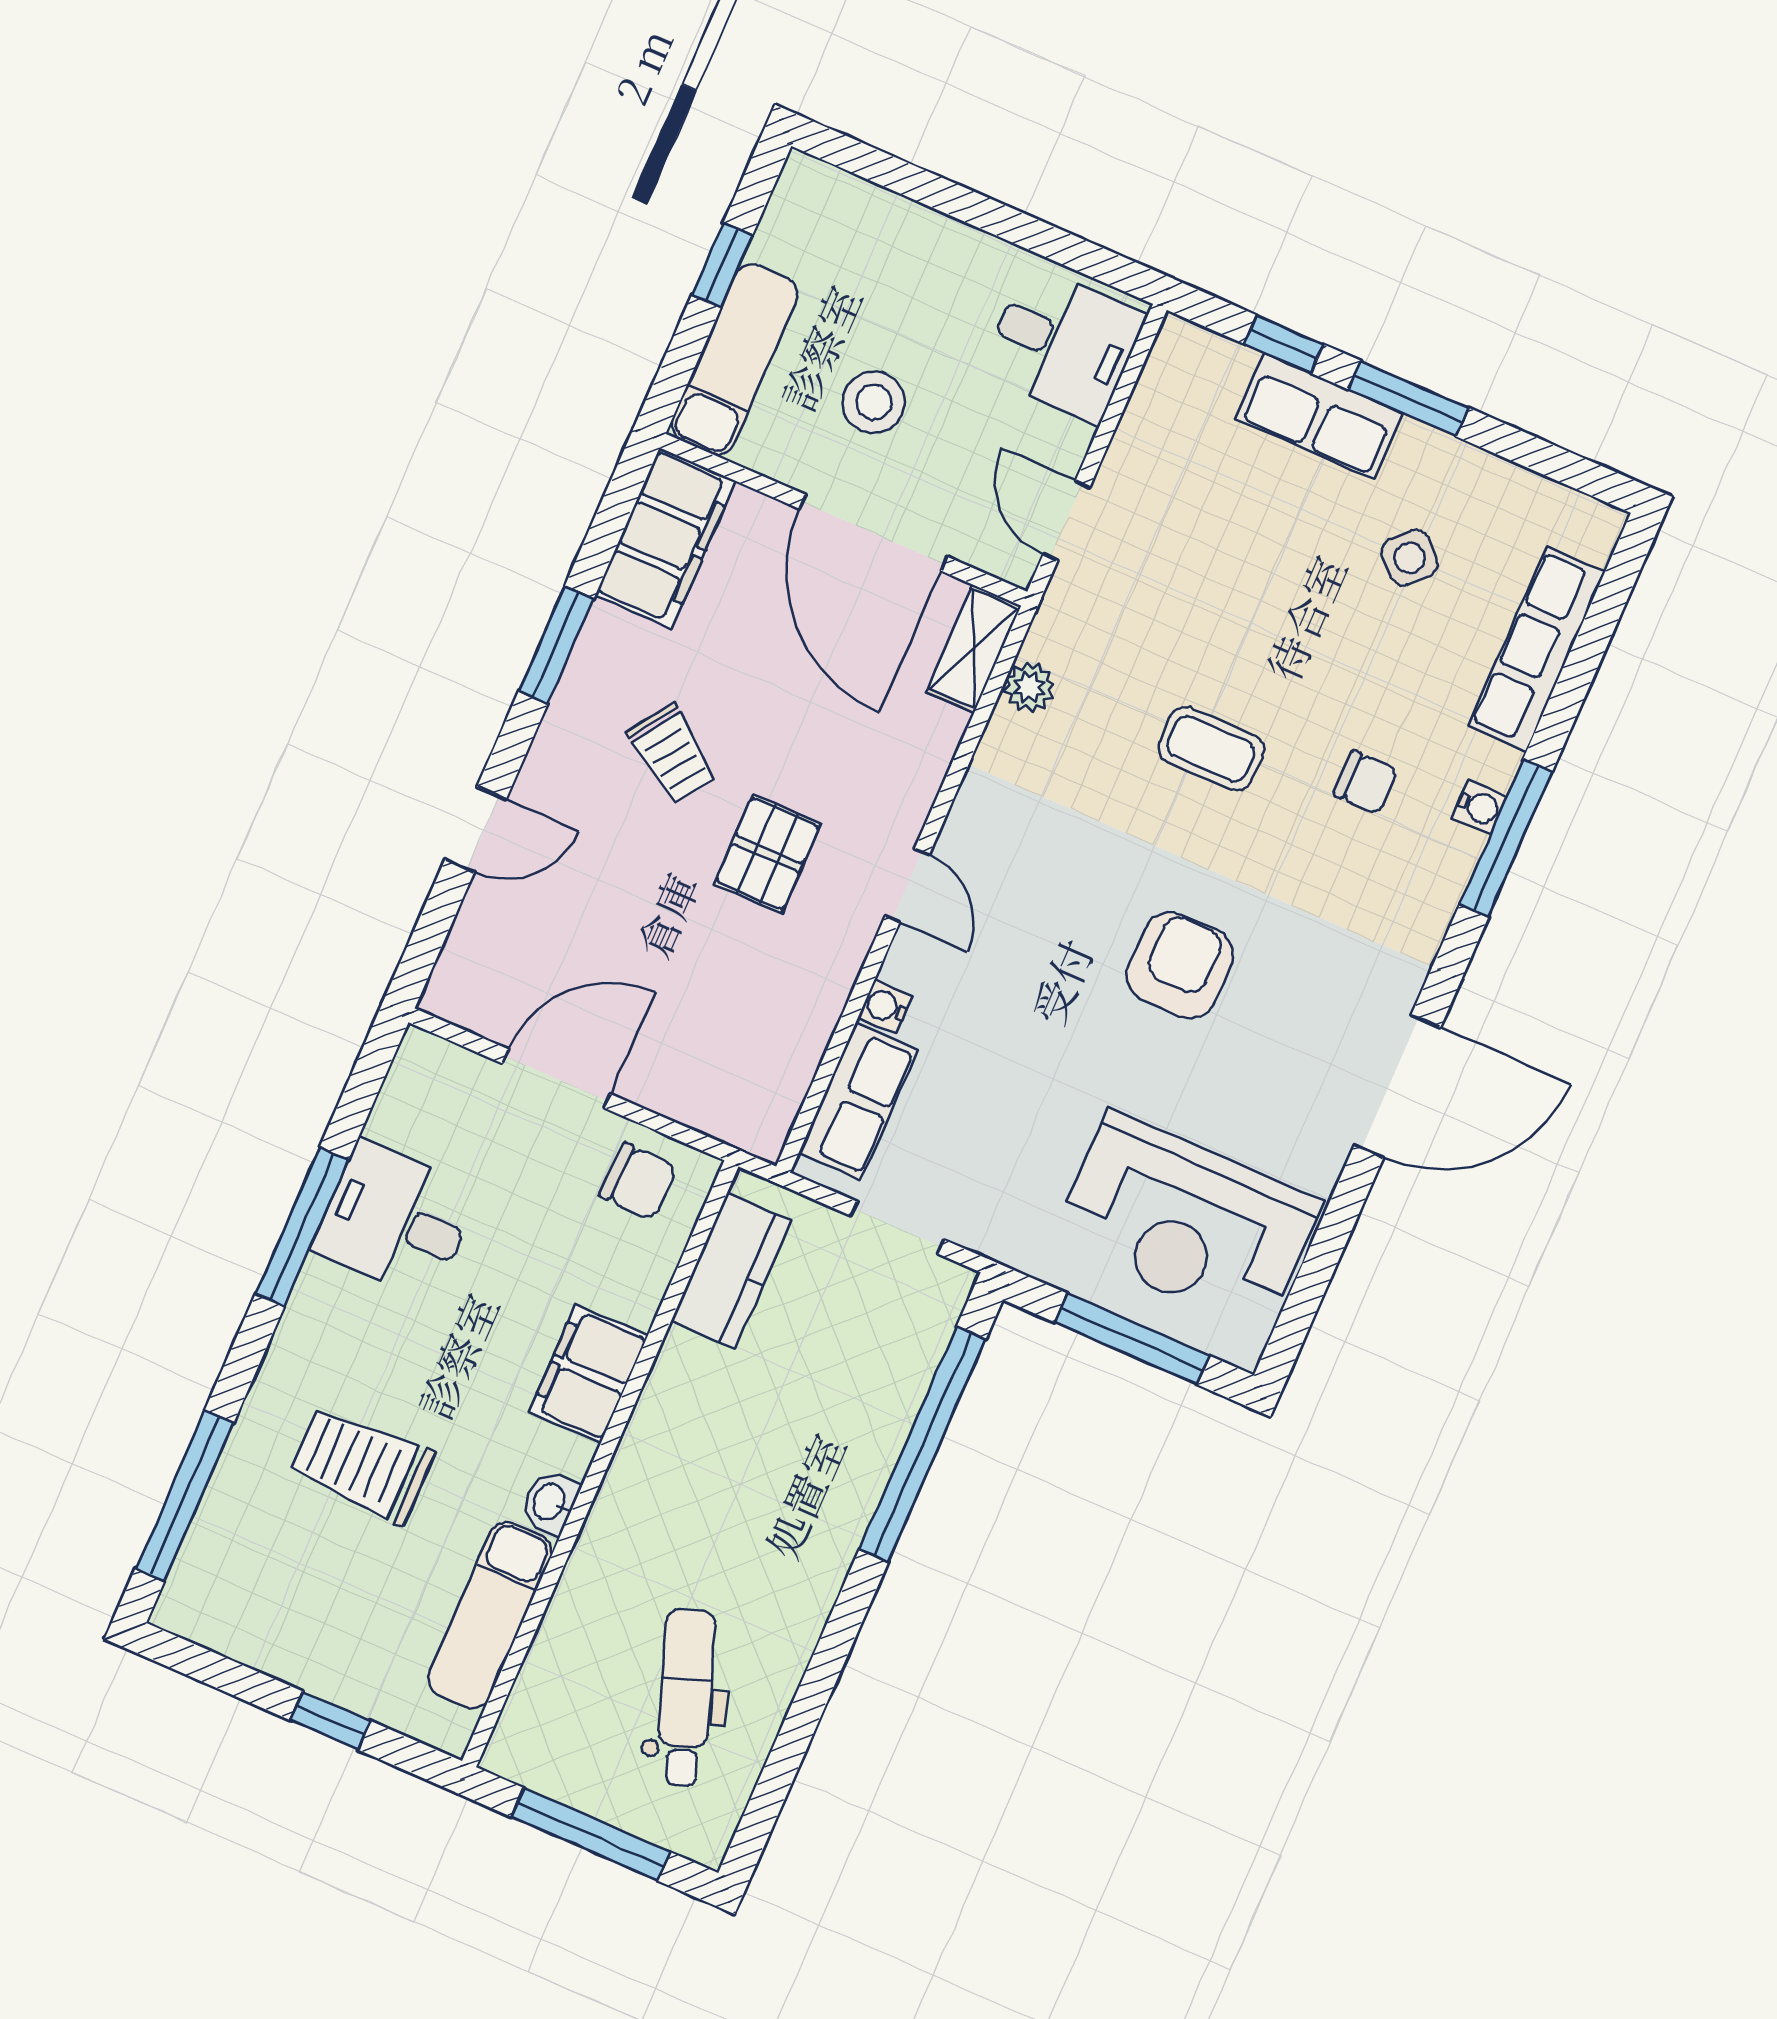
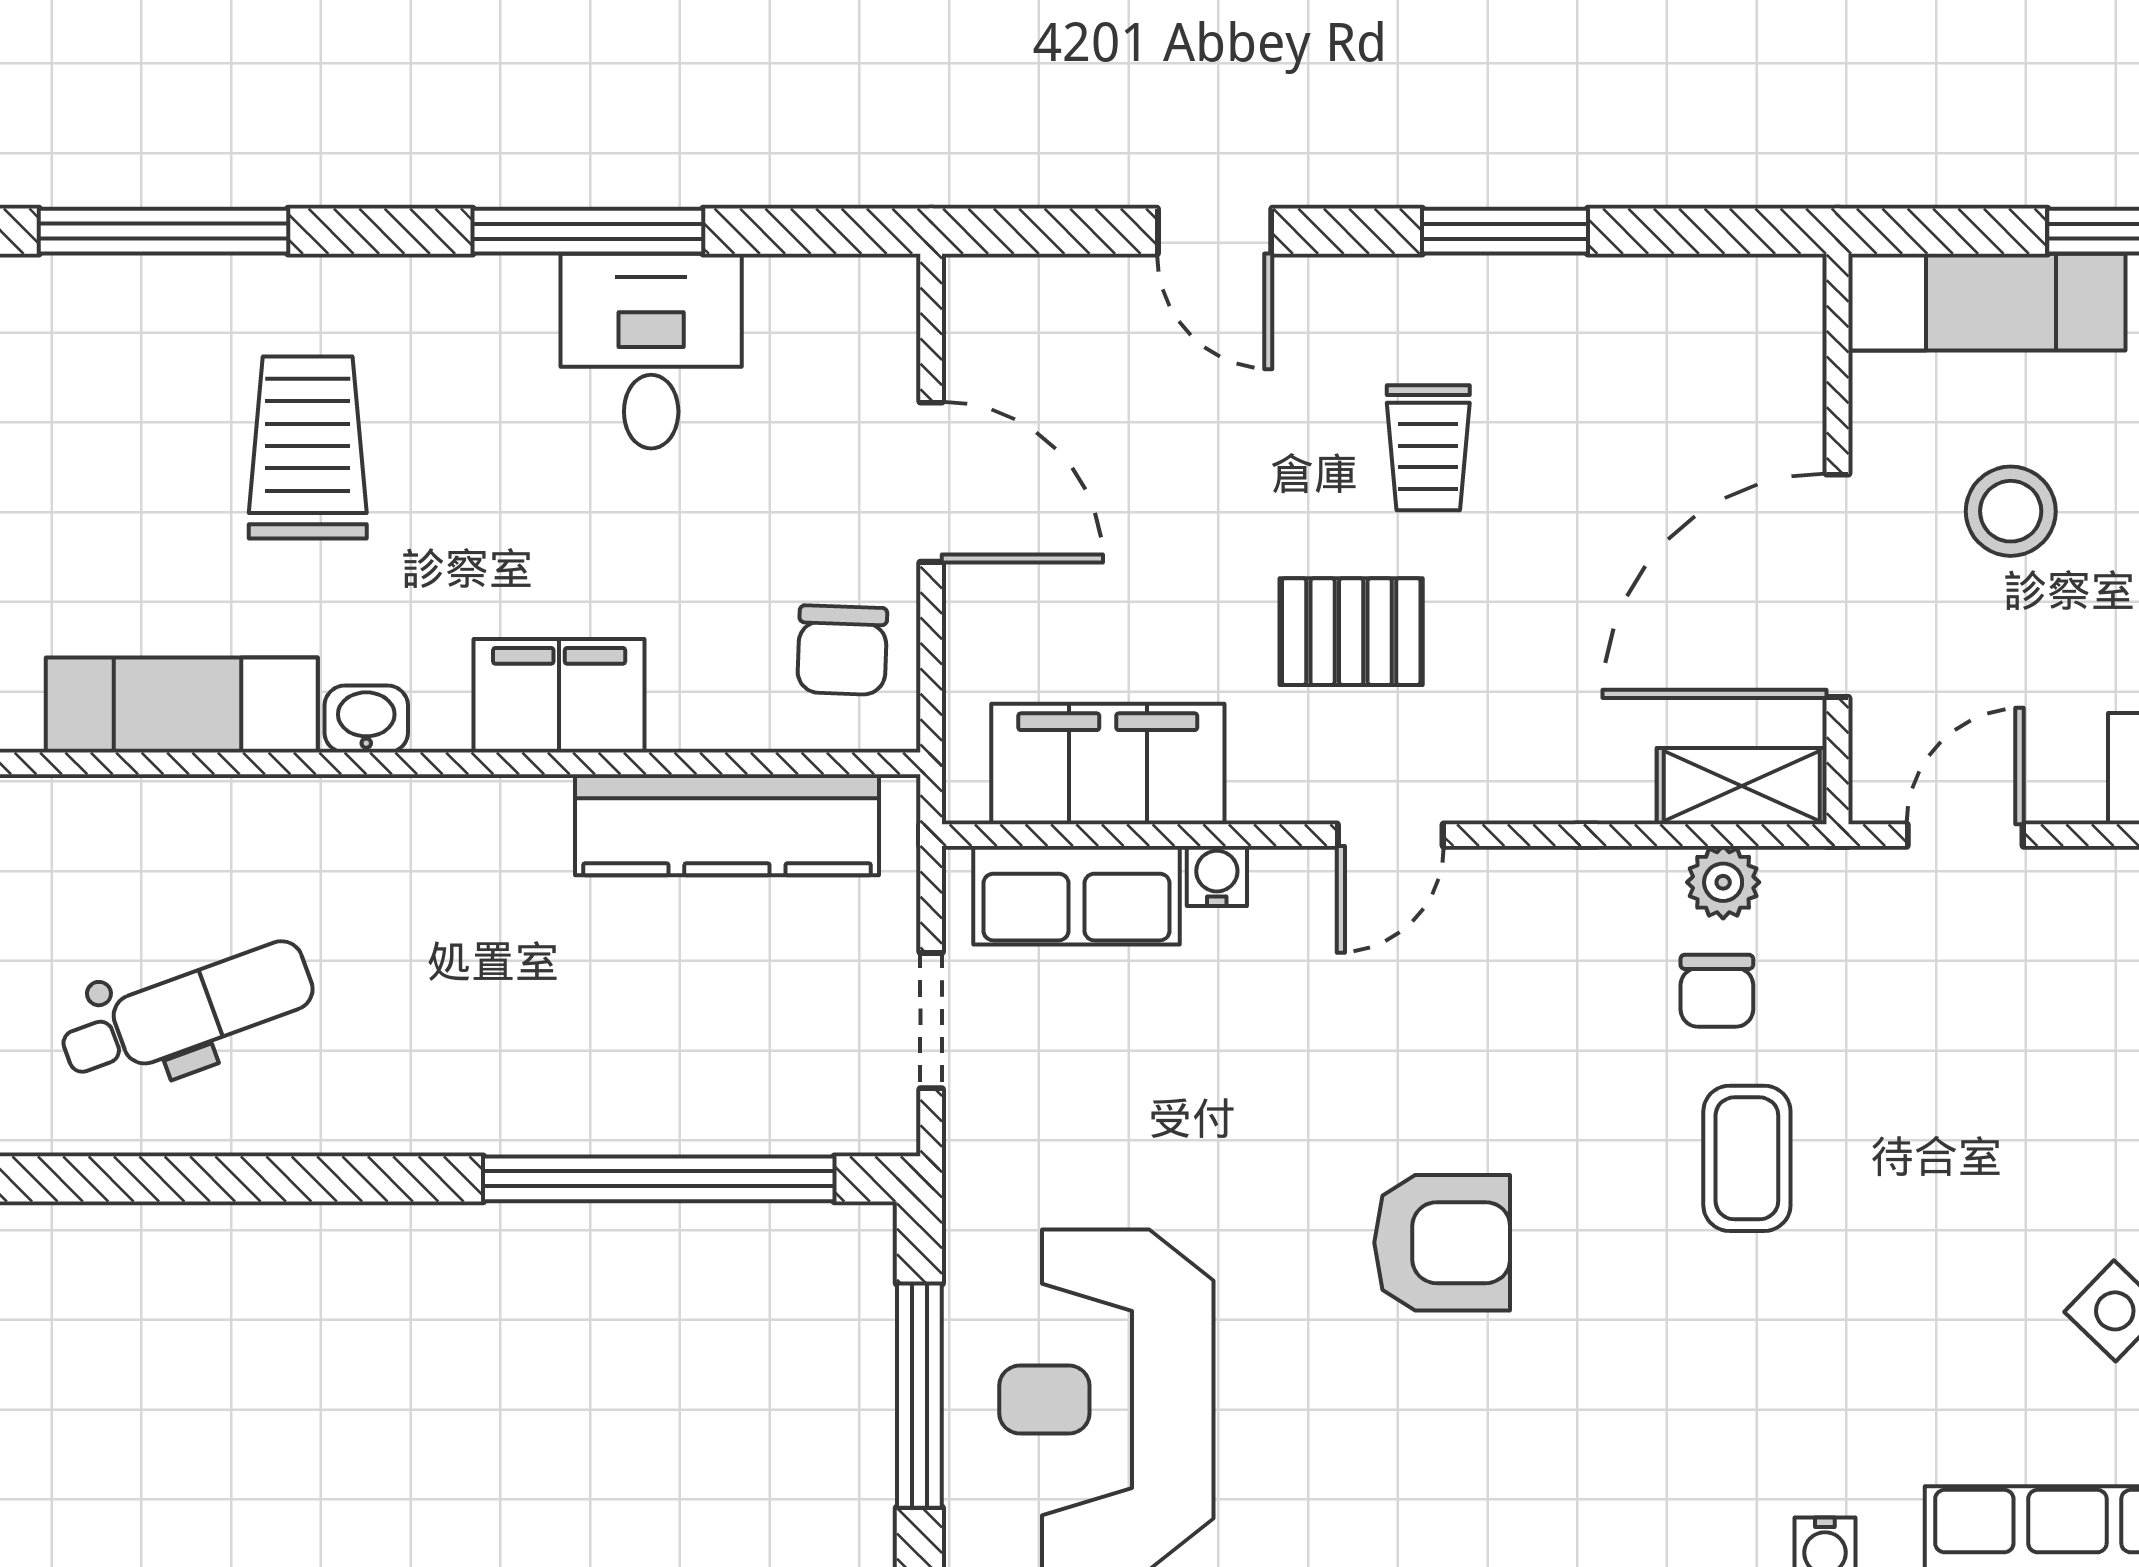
filing cabinet: (665, 538) -> (1108, 764), moved, turned 180
trolley: (672, 754) -> (1428, 448), turned -35
chair: (1366, 782) -> (1717, 991), moved
kitchen counter: (731, 1271) -> (727, 825), width x1.50

